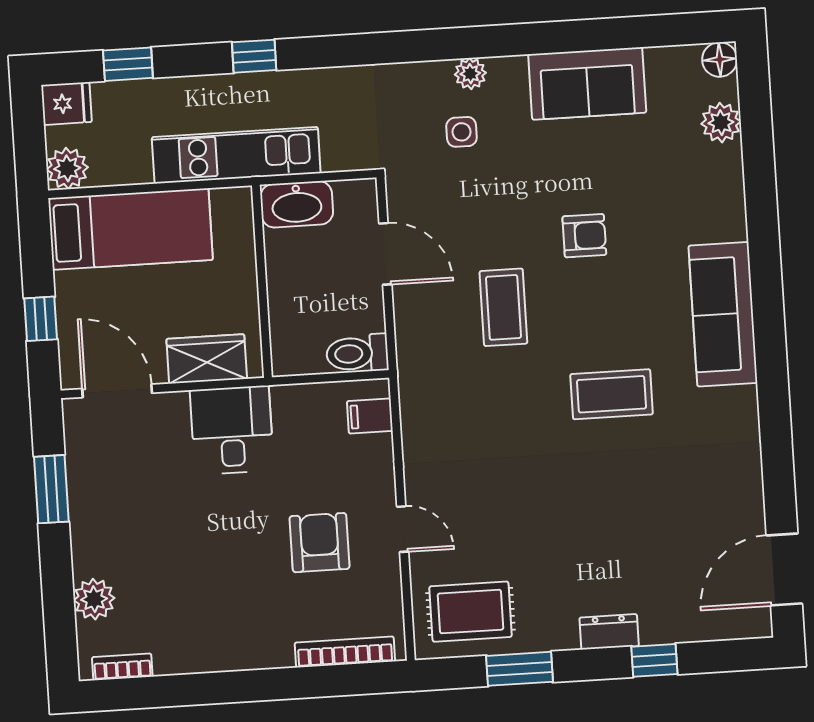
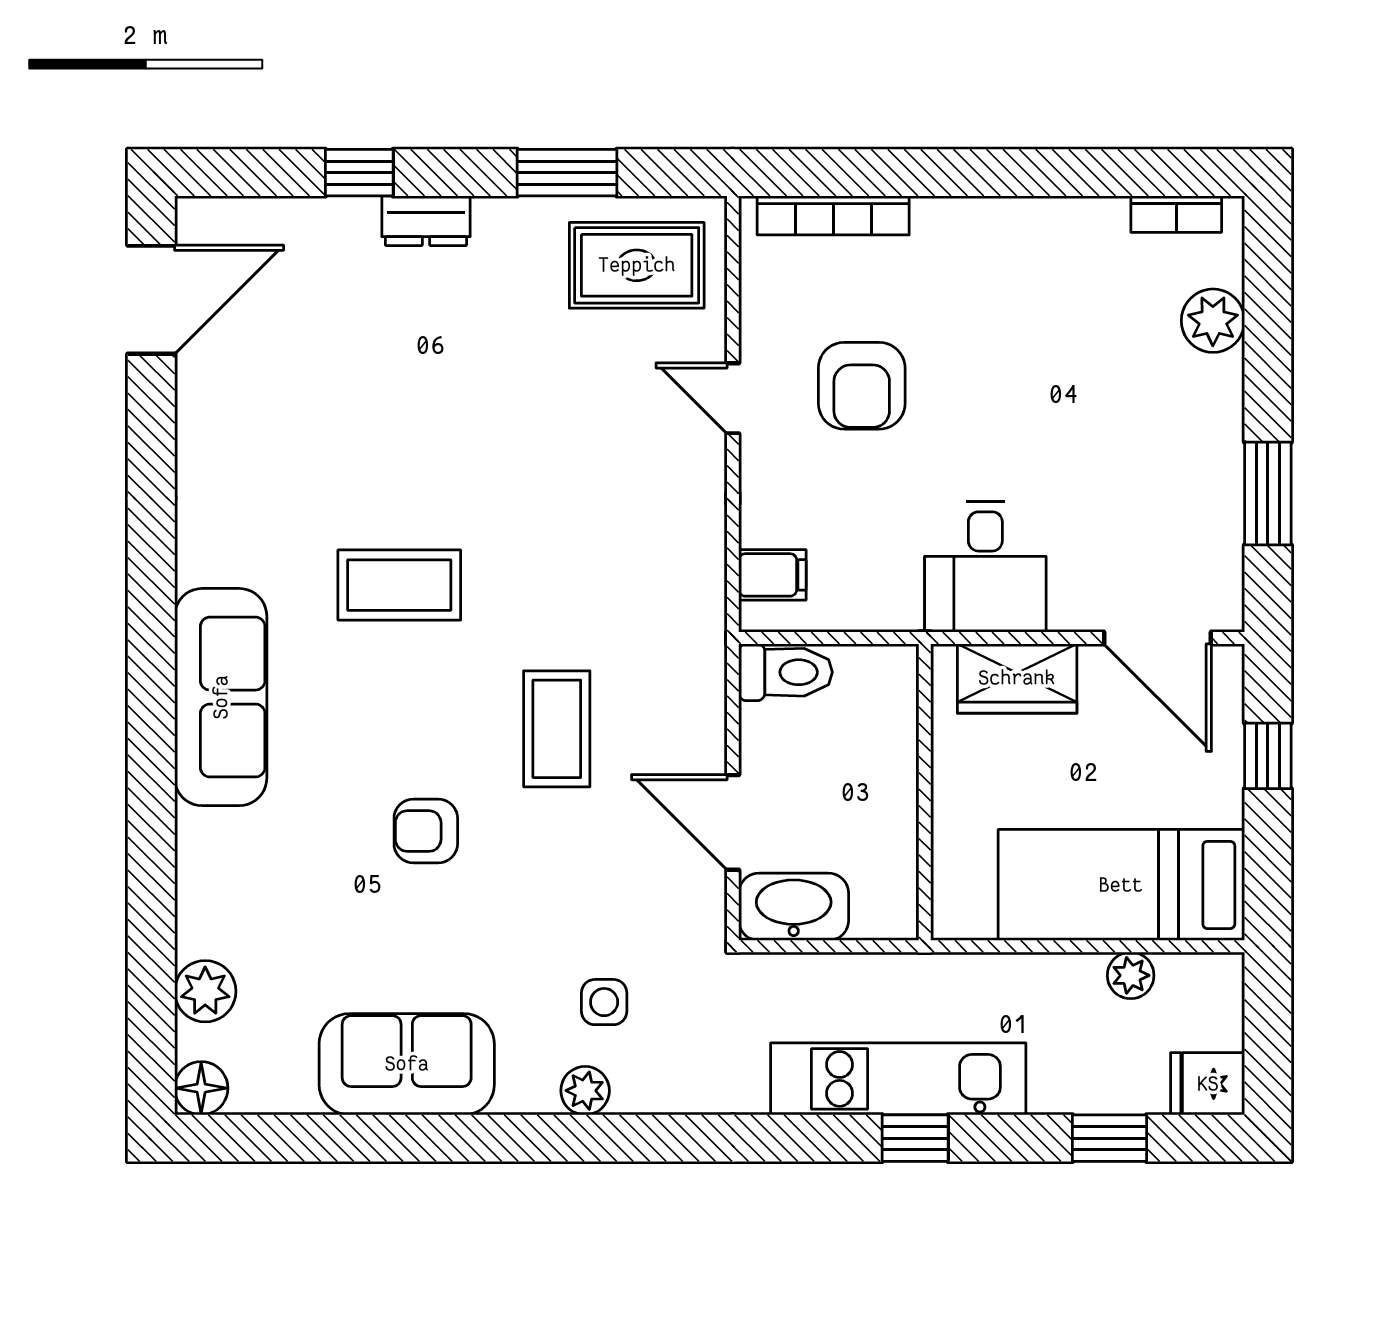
kitchen unit: (236, 155) -> (898, 1079), moved, turned 180
plant: (67, 168) -> (1131, 975), moved, width x0.73, depth x0.73
washbasin: (297, 204) -> (794, 907), moved

